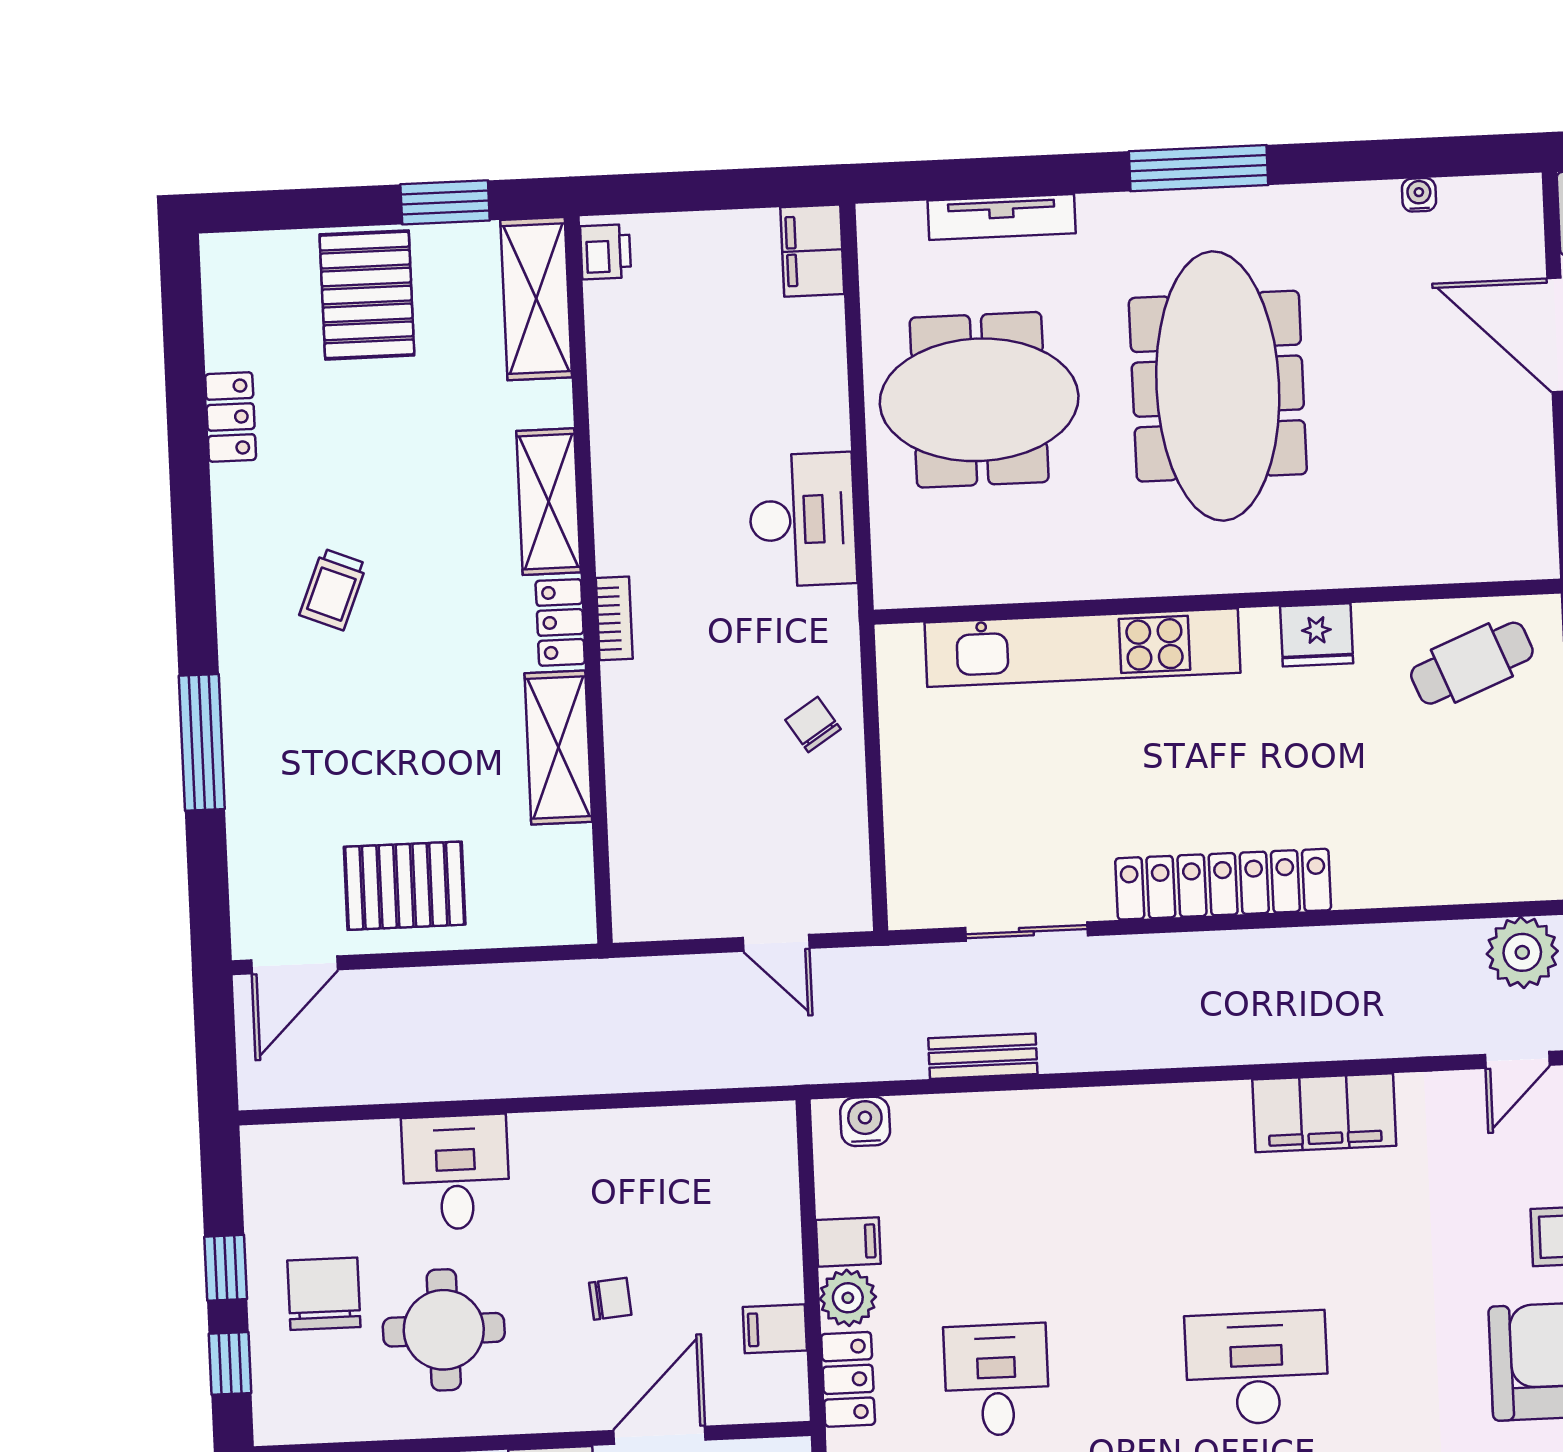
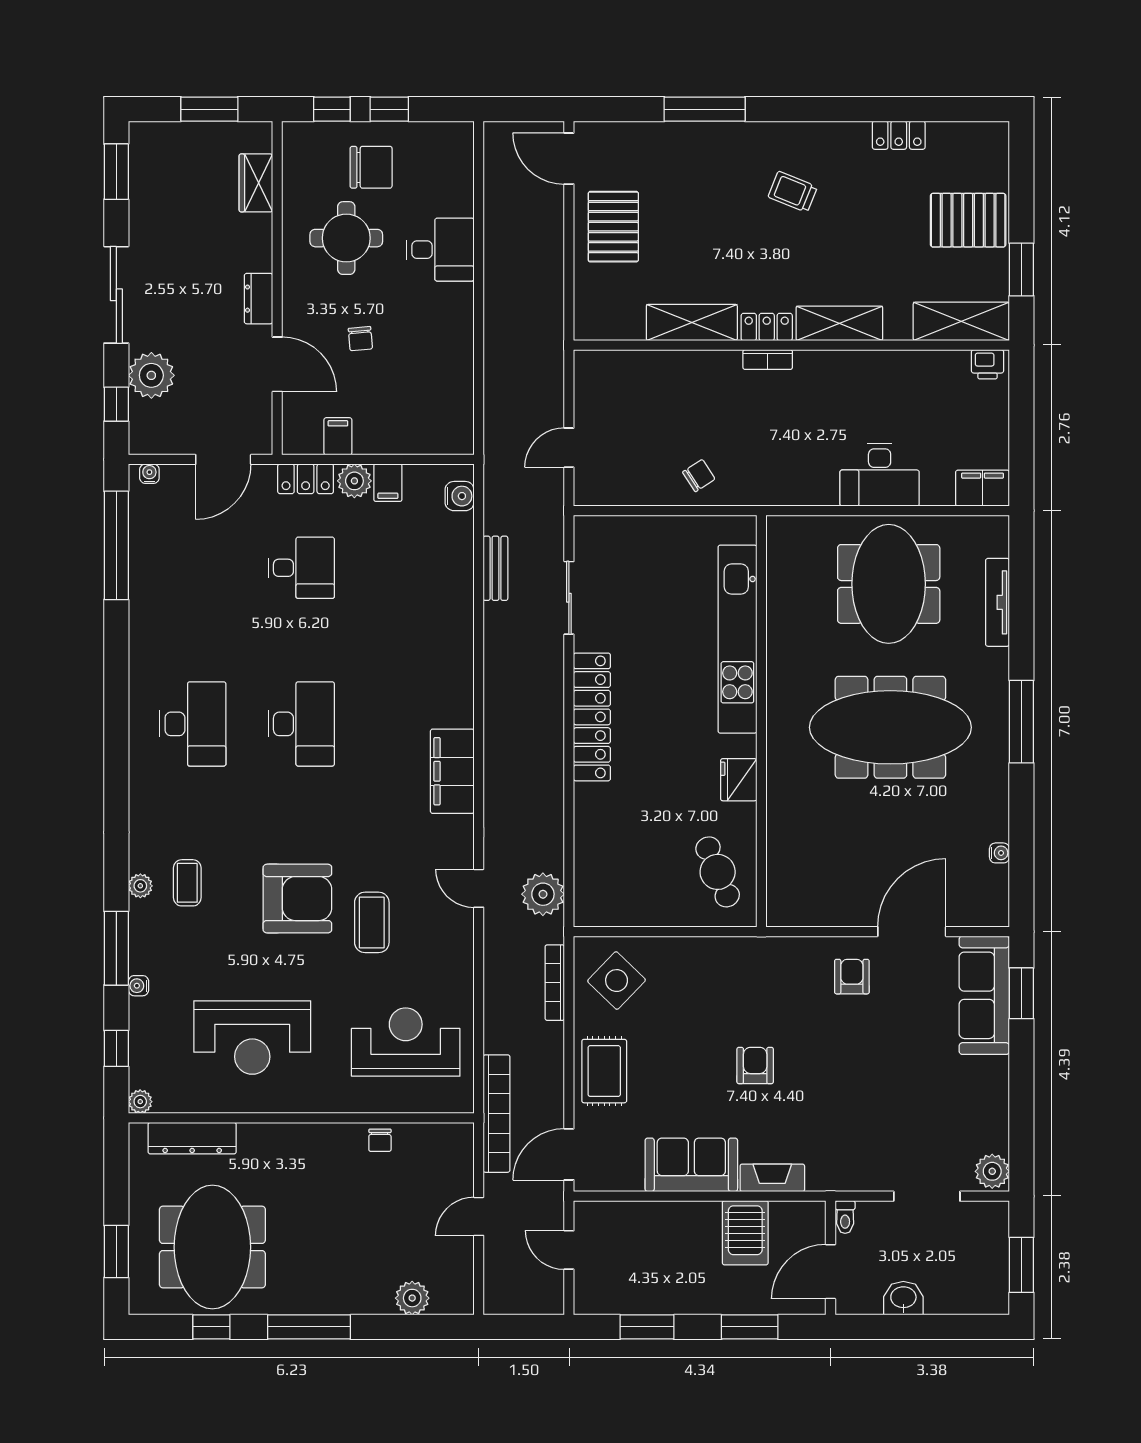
desk: (803, 520) -> (880, 475), moved

